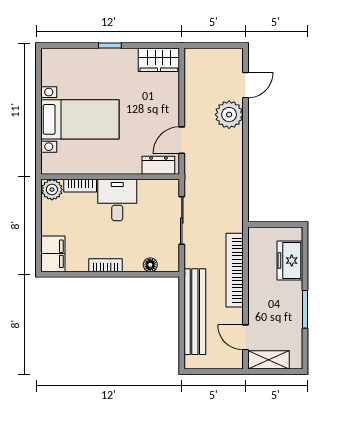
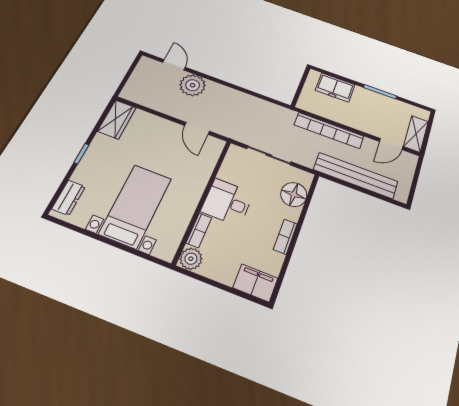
dresser: (158, 165) -> (69, 198), moved, turned 180
floor lamp: (150, 265) -> (294, 194), width x1.89, depth x1.89

